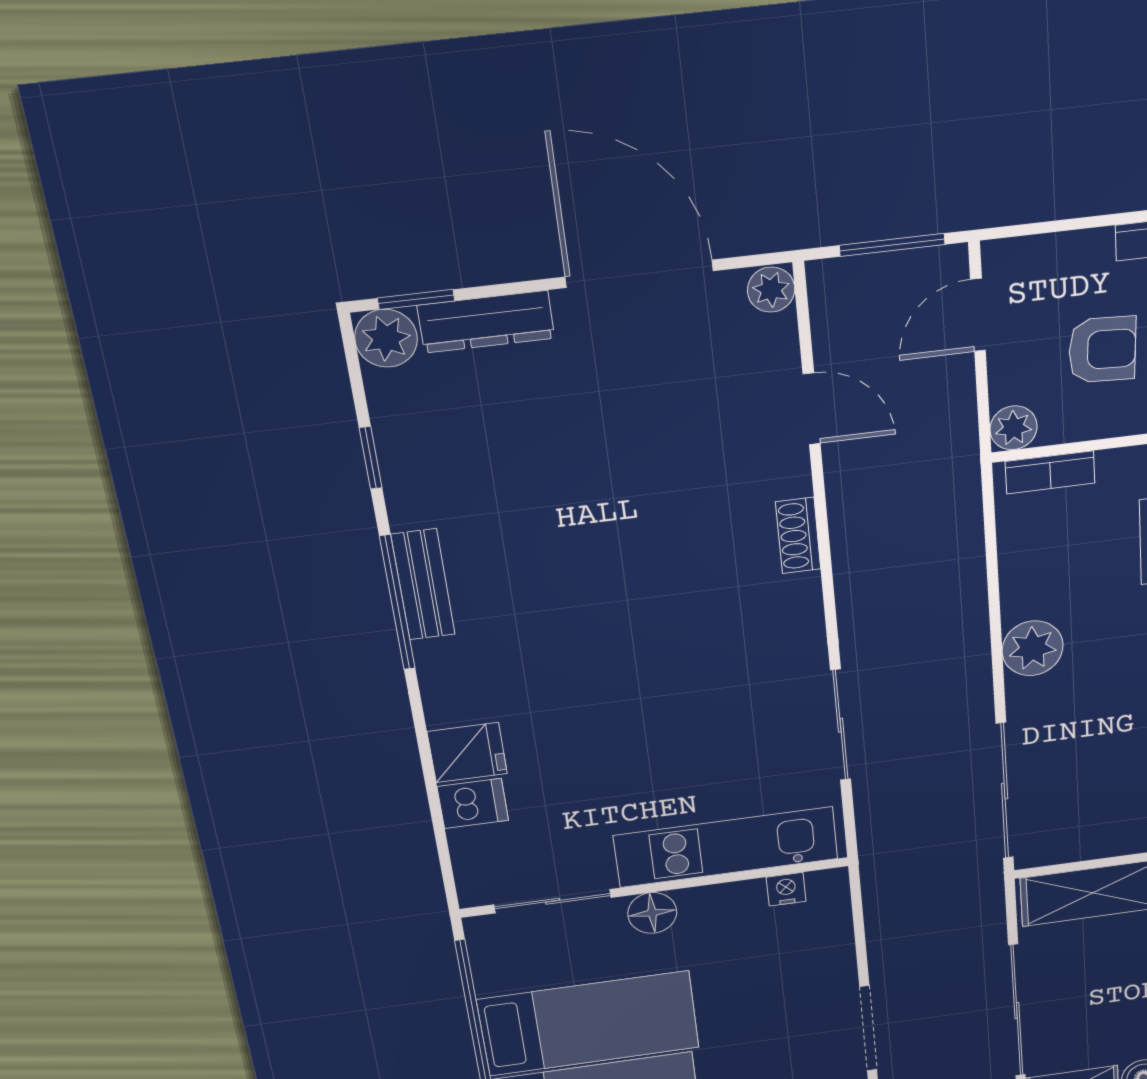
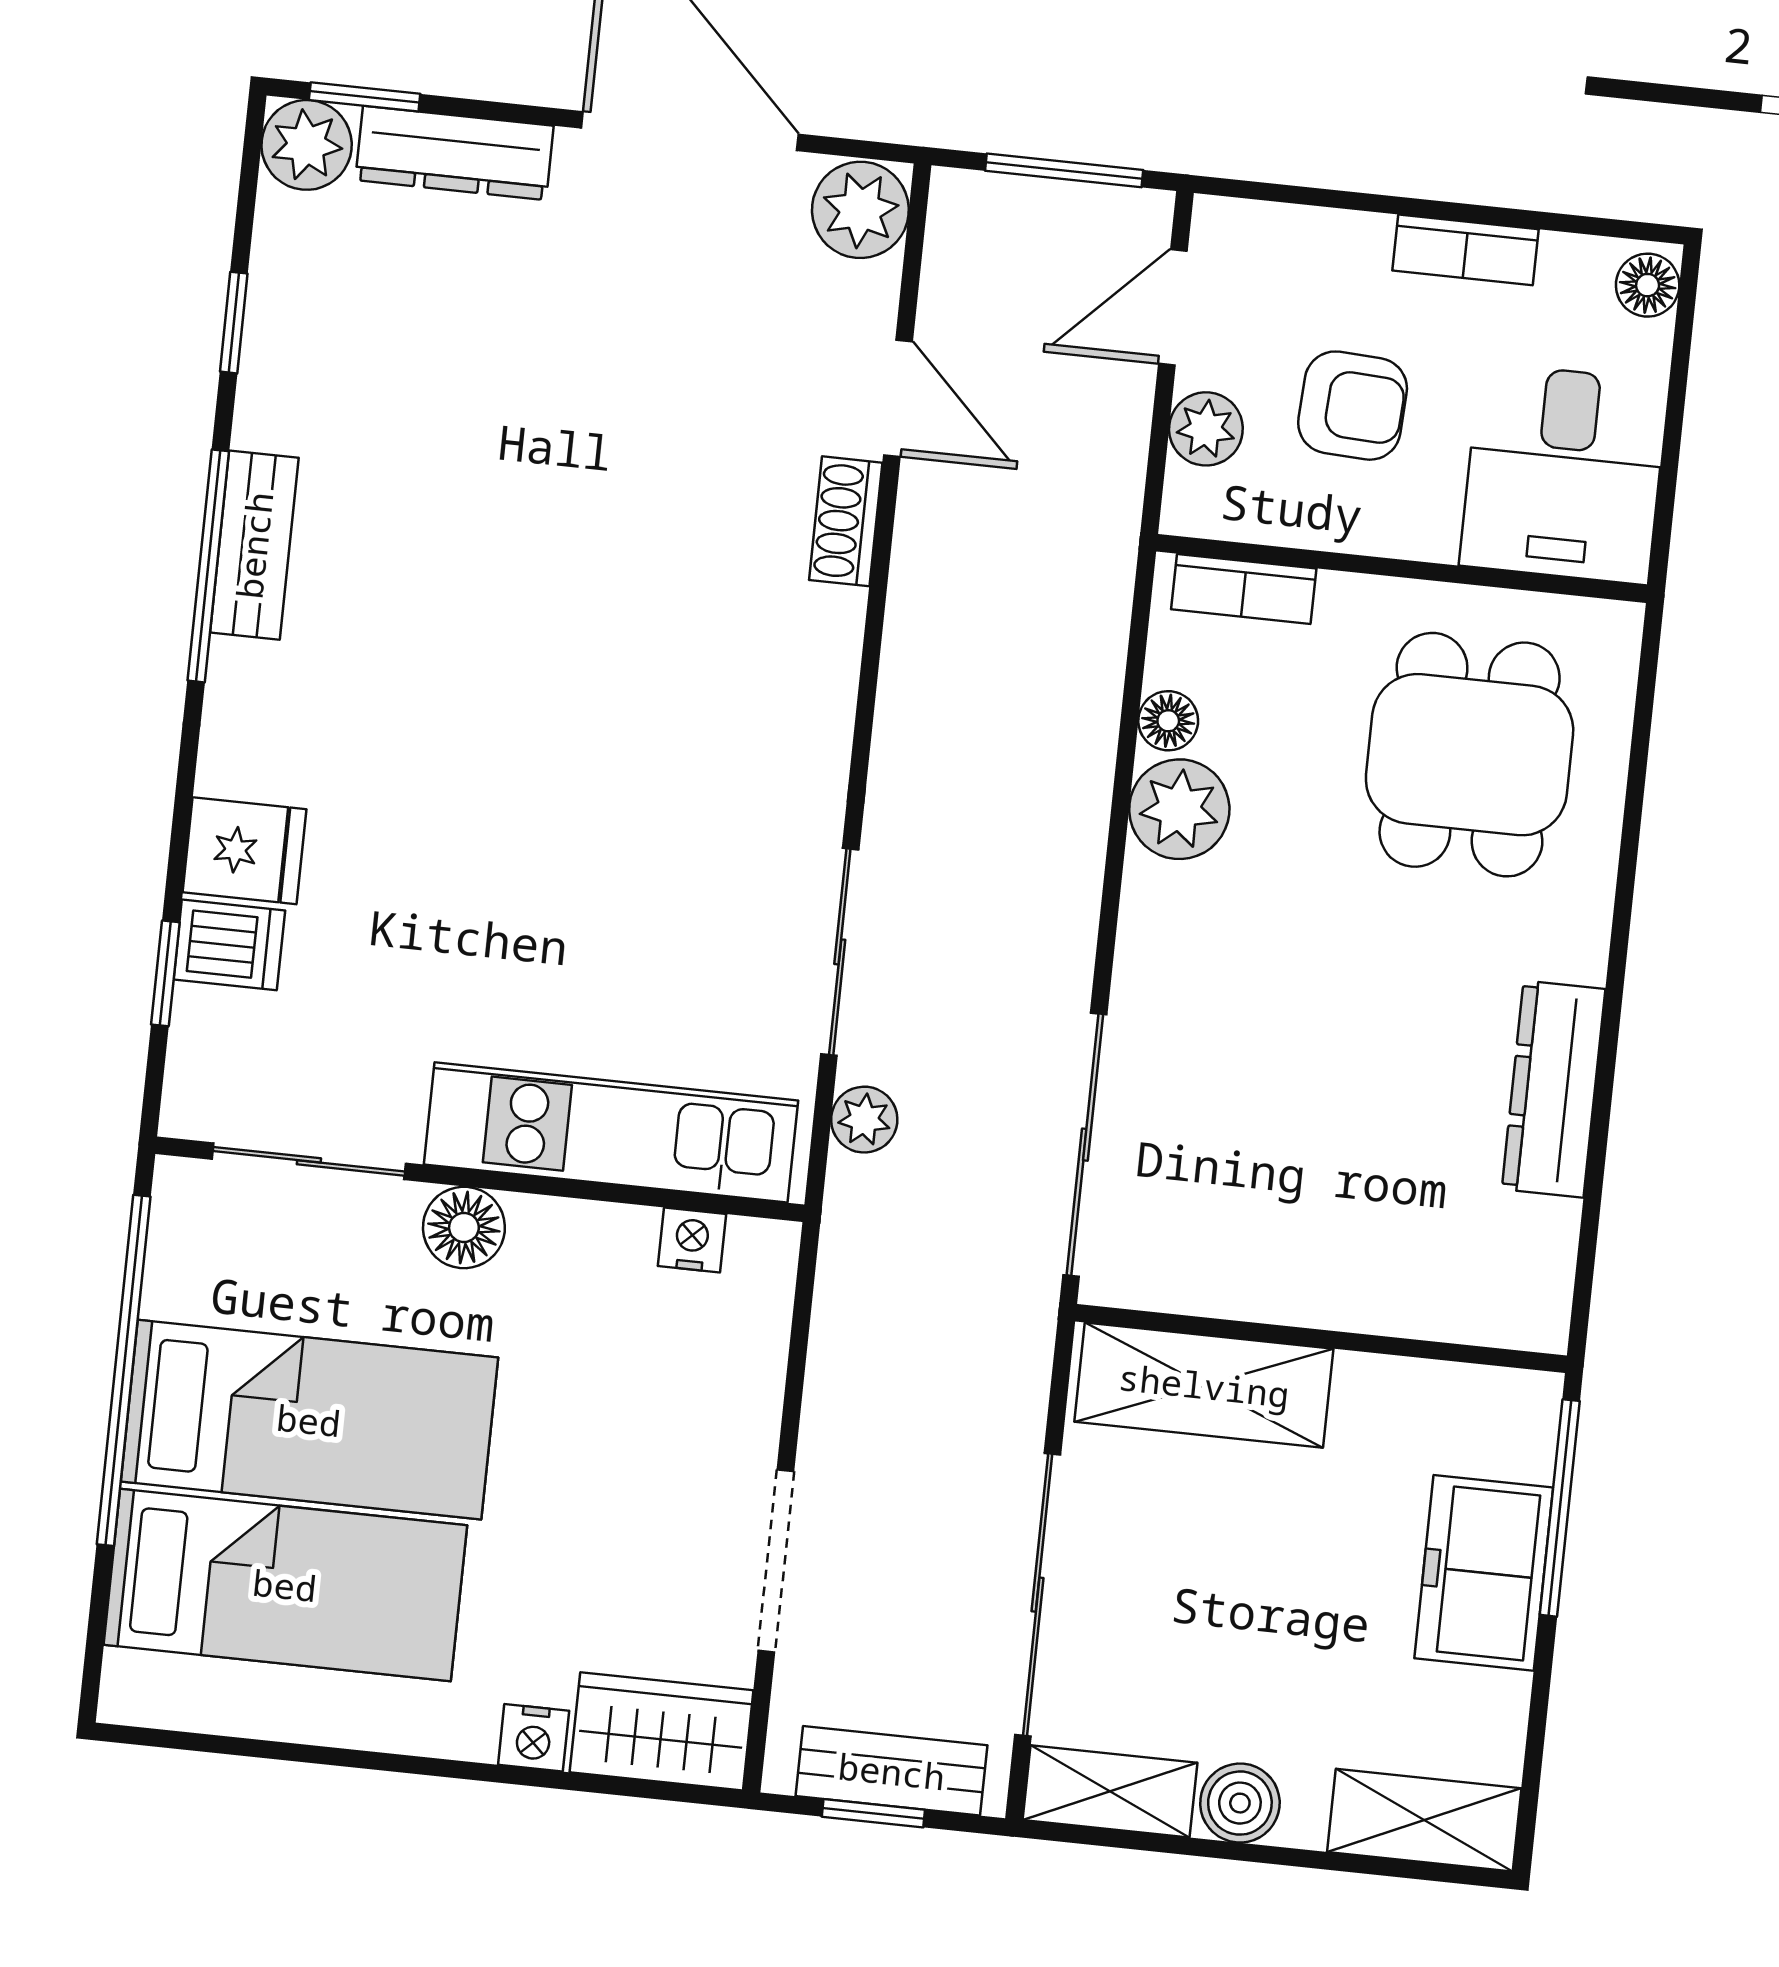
plant: (771, 290) -> (860, 210), width x1.38, depth x1.38
plant: (1014, 428) -> (1206, 429), moved
shoe rack: (798, 535) -> (846, 521), moved
floor lamp: (1016, 557) -> (1168, 721), added
plant: (1033, 648) -> (1179, 809), moved
plant: (873, 807) -> (864, 1120), added
window: (439, 827) -> (165, 973), added

